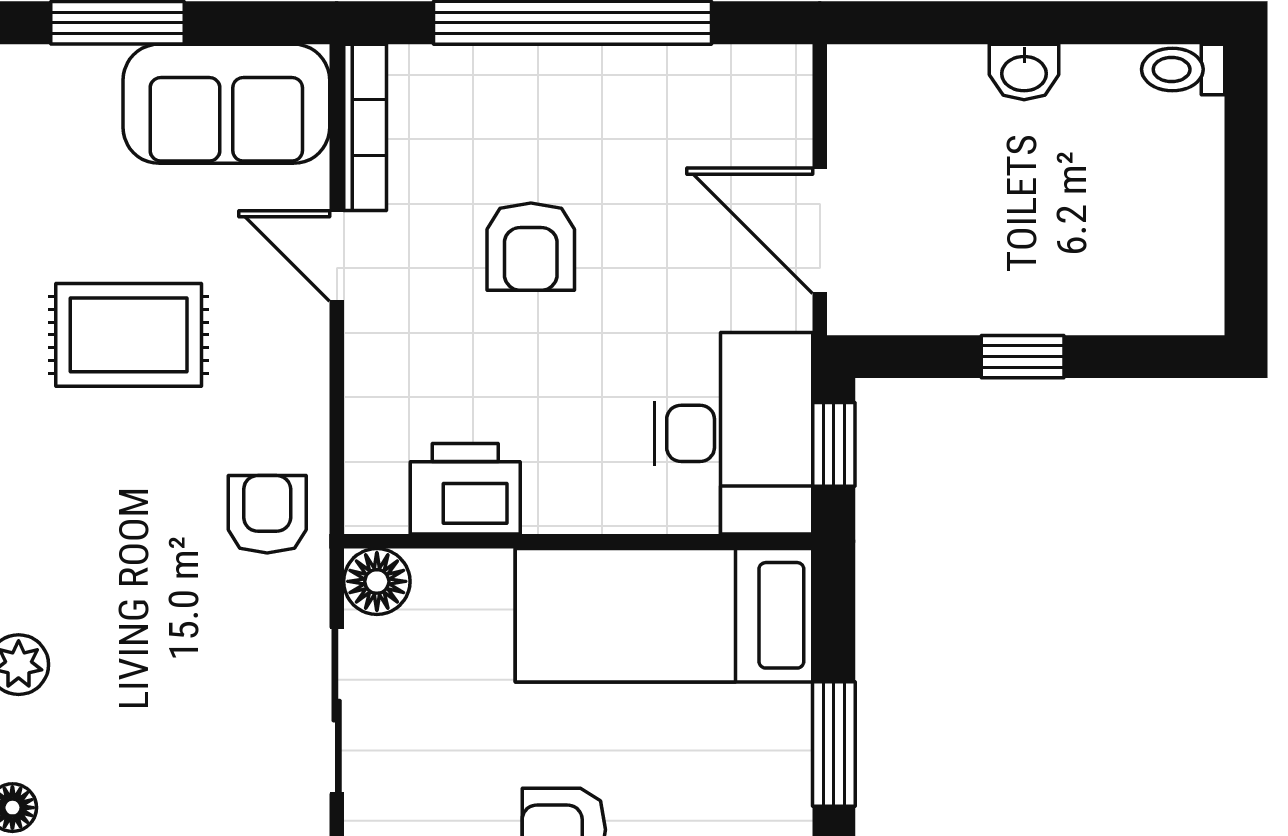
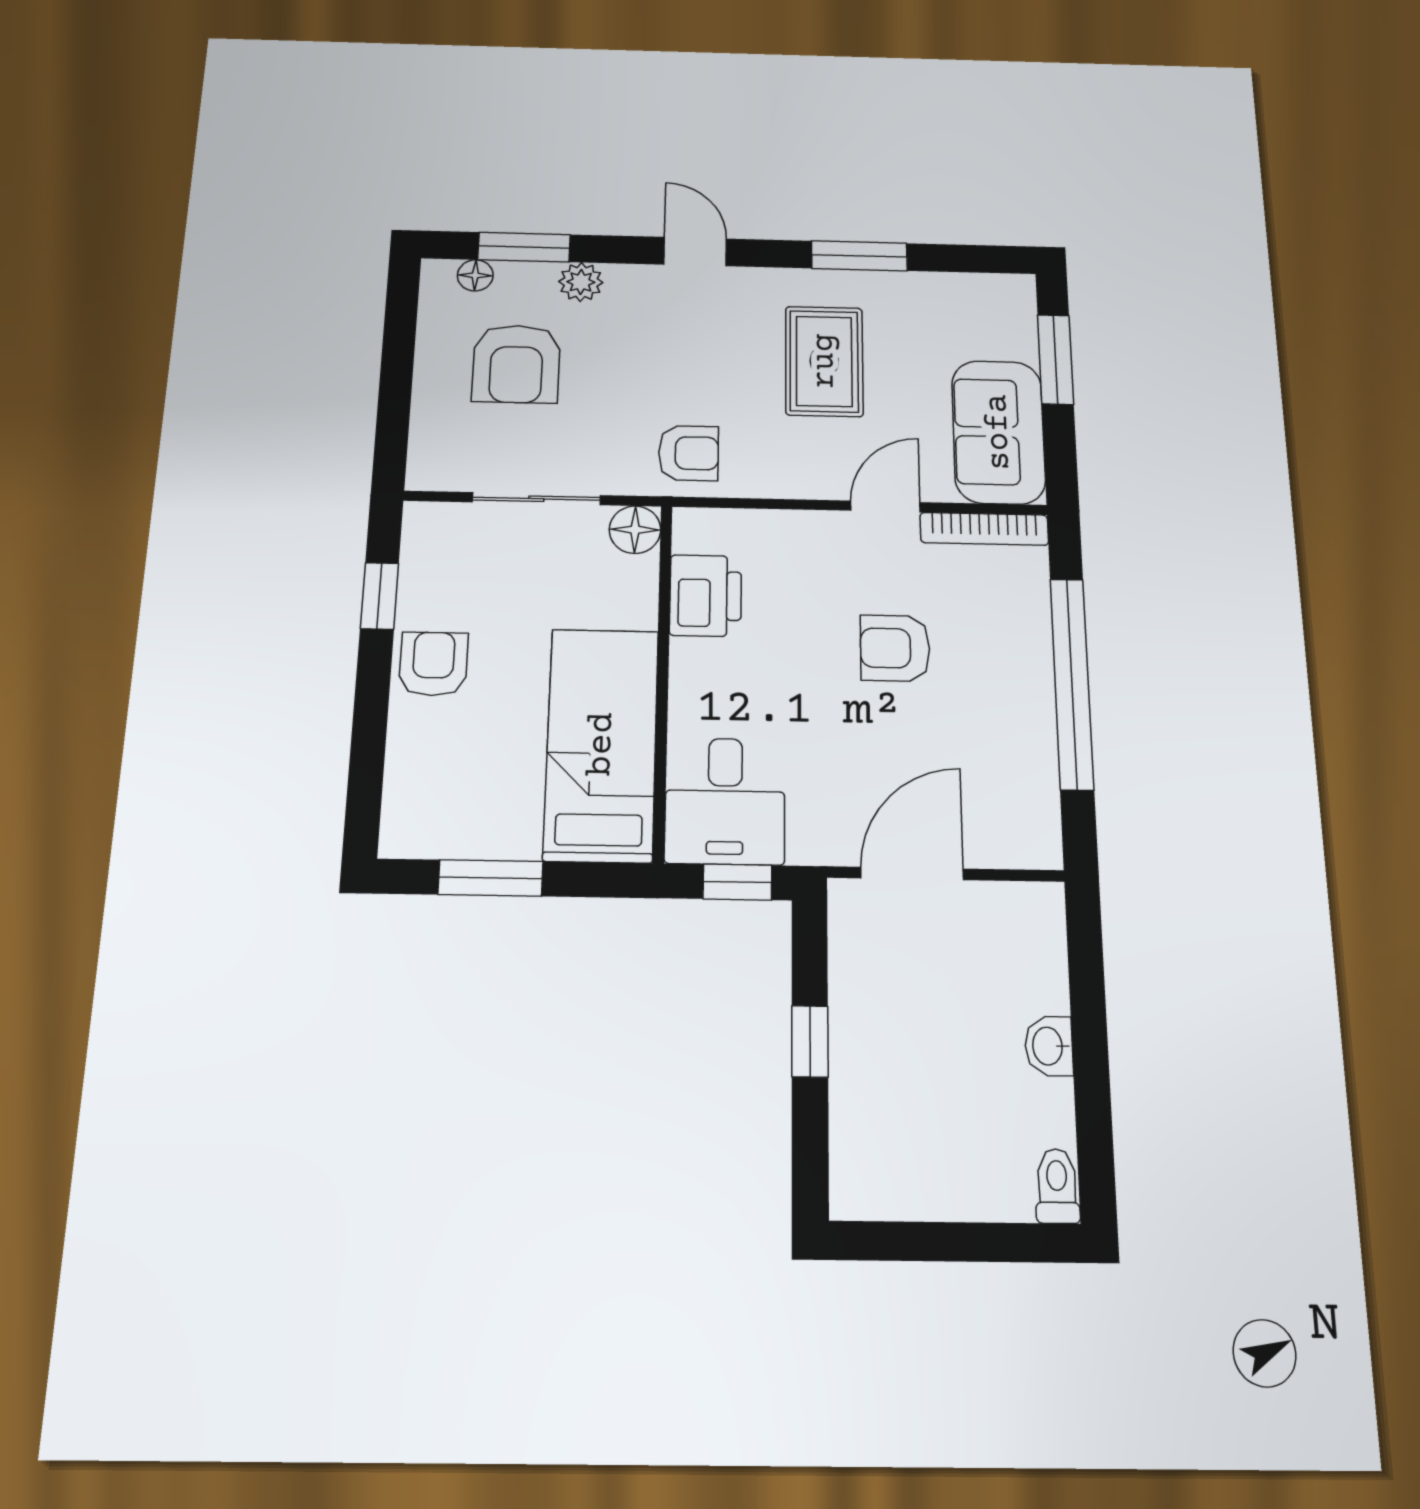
desk: (733, 433) -> (725, 801), width x0.73
armchair: (143, 746) -> (516, 364), added

